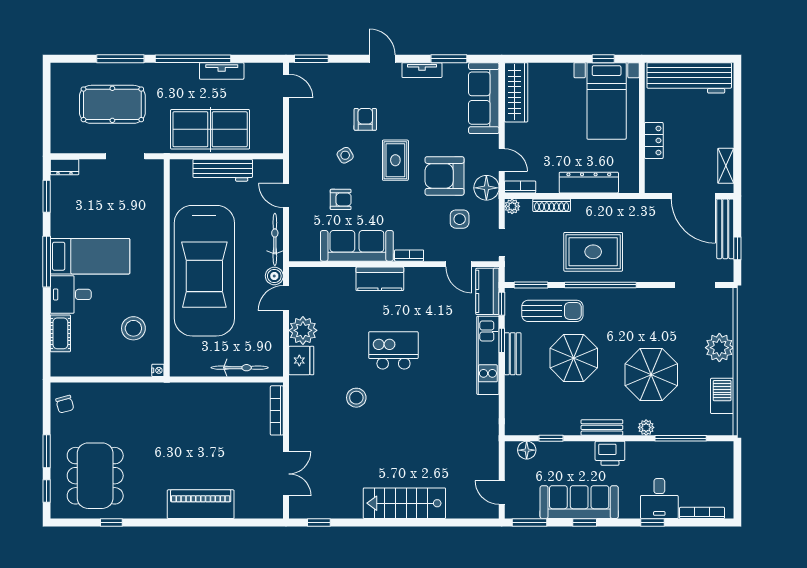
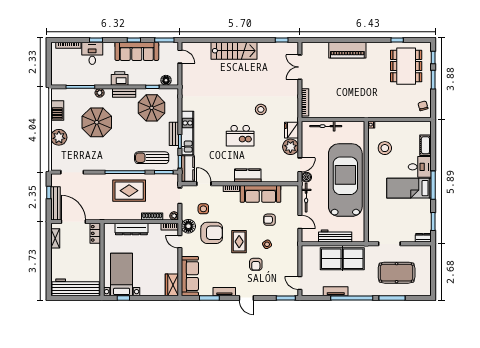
wardrobe: (516, 92) -> (172, 285), width x0.67
locker: (654, 140) -> (95, 233), moved
parasol: (574, 358) -> (152, 108), moved

